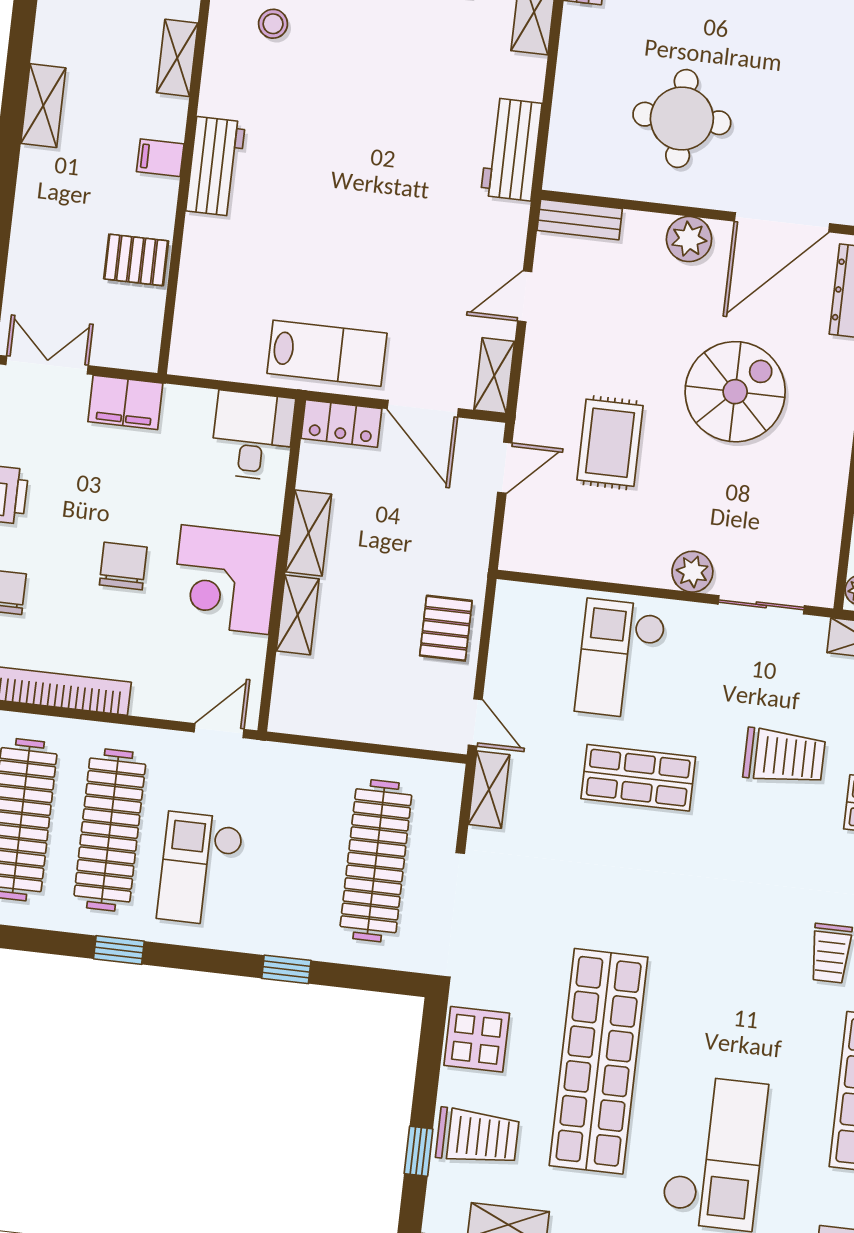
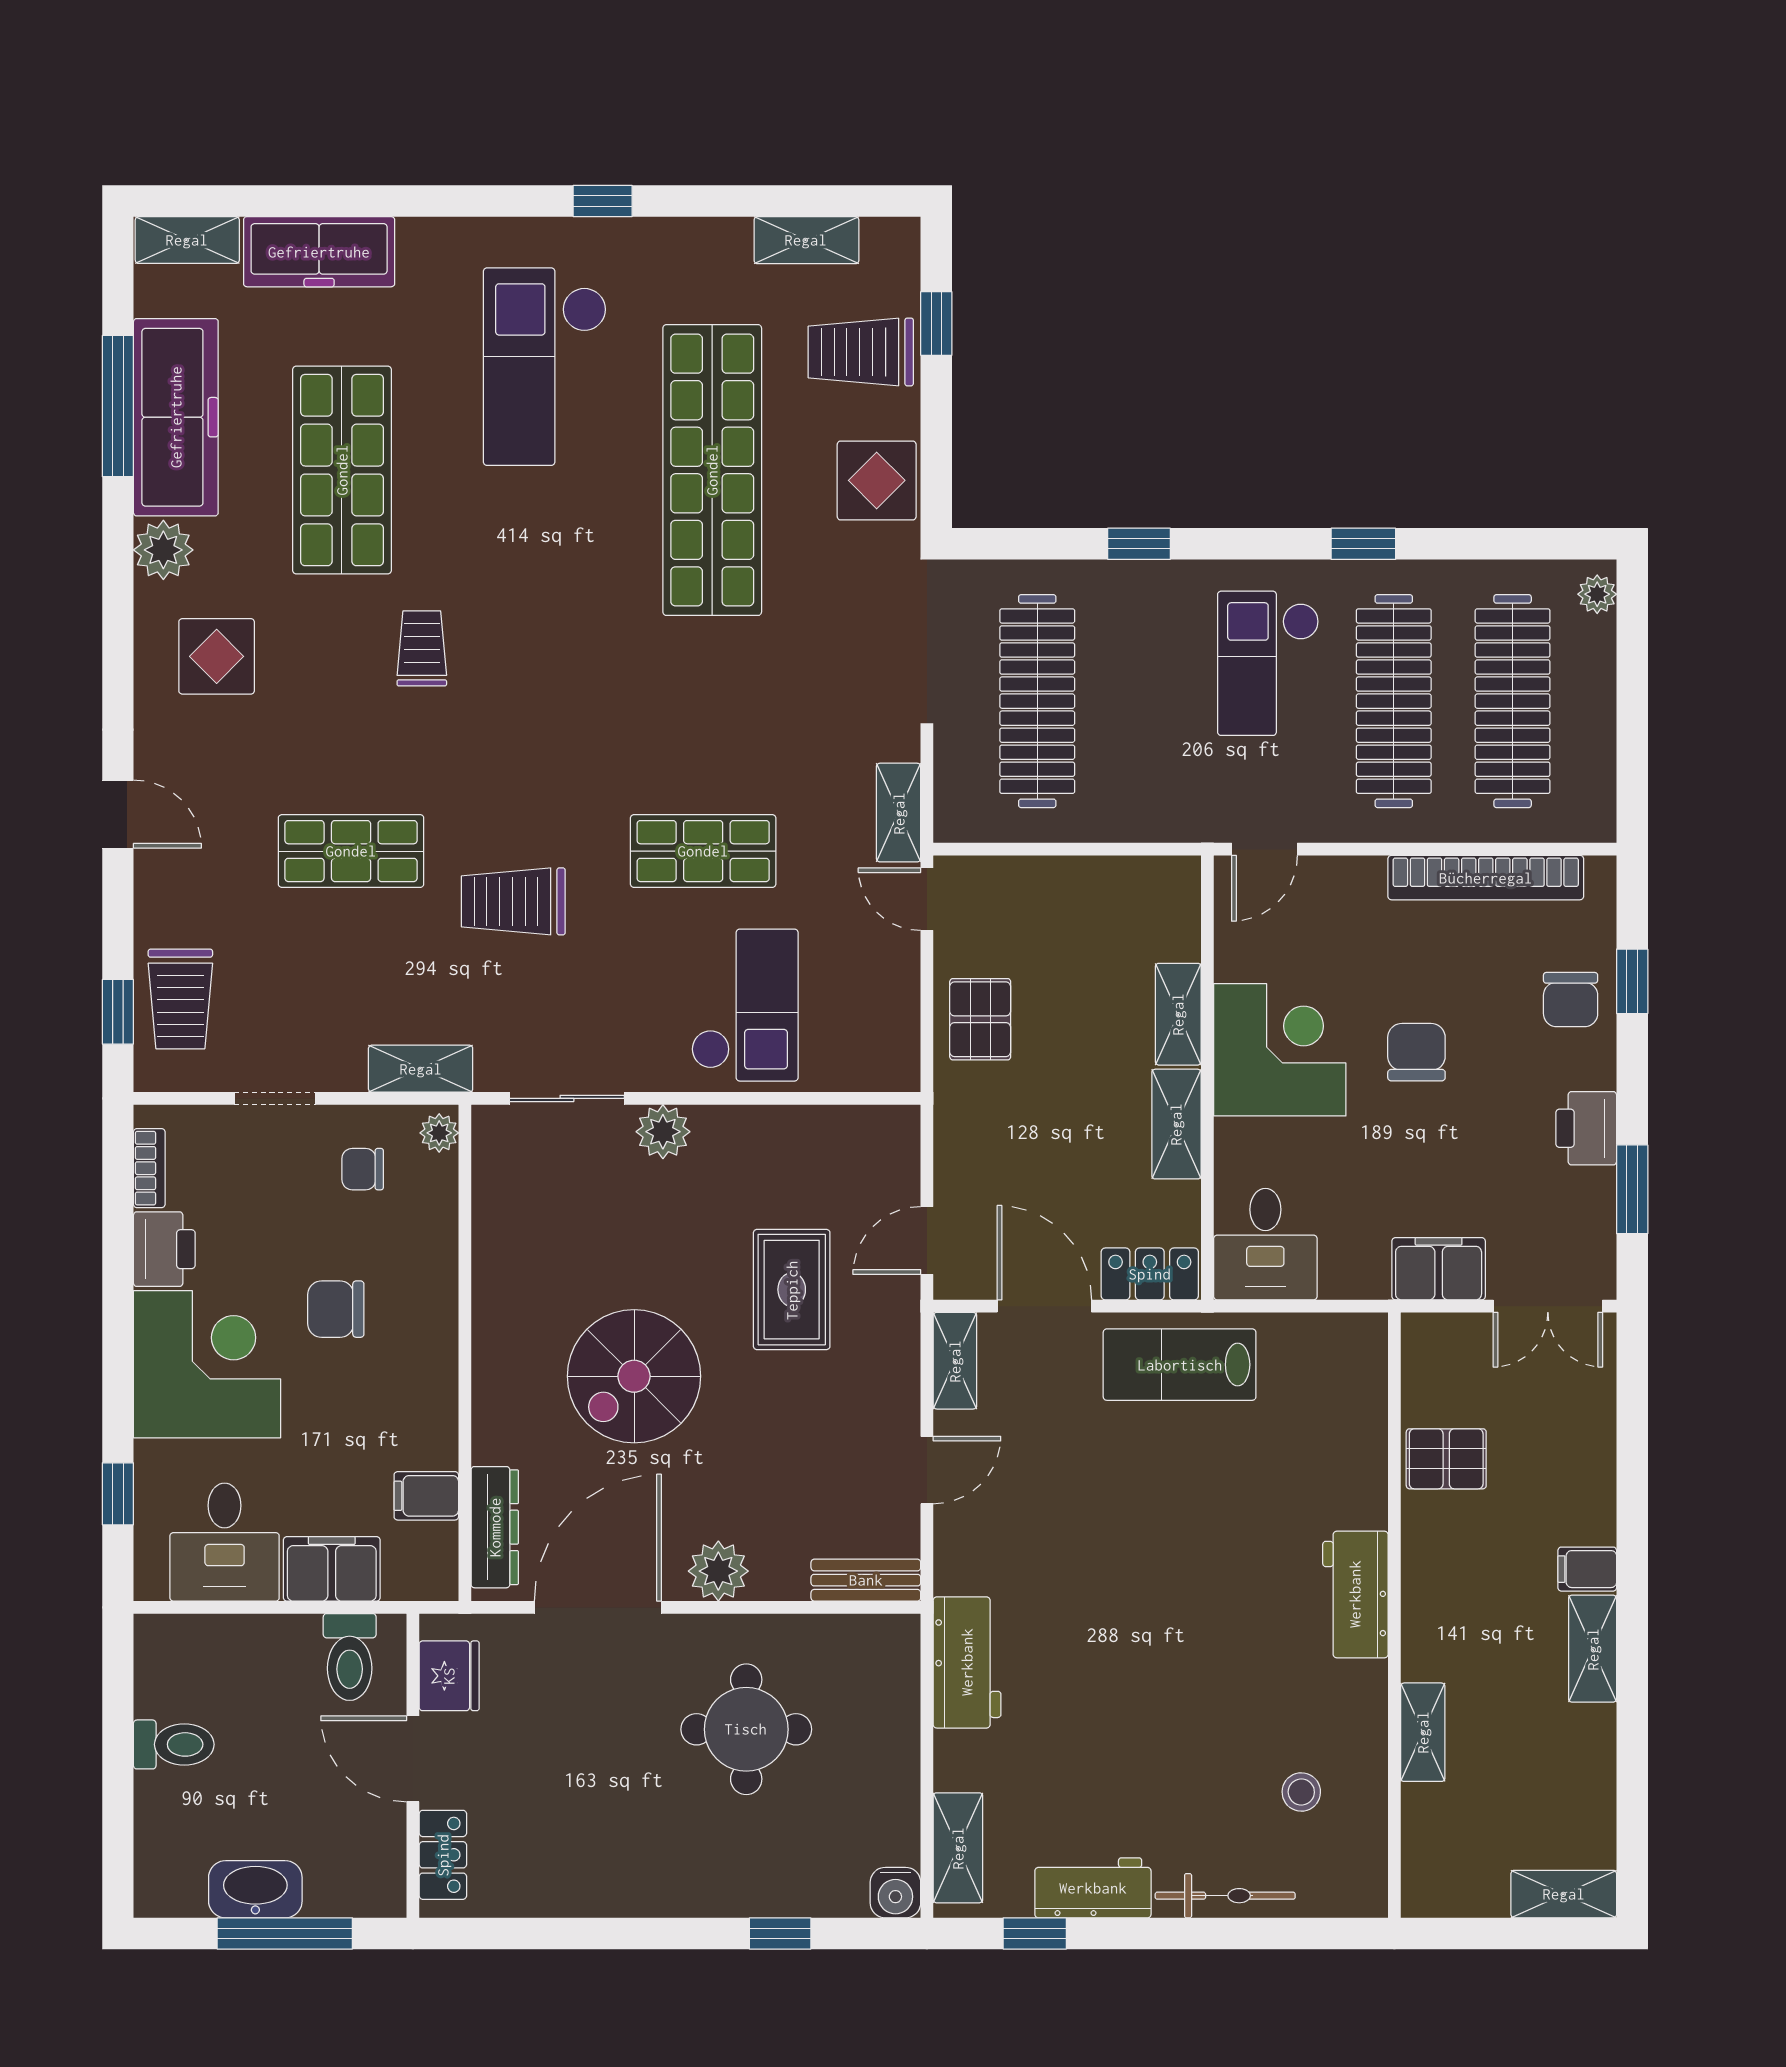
filing cabinet: (160, 158) -> (1587, 1569), moved, turned 180
chair: (123, 566) -> (1416, 1052), turned 180
checkout: (200, 869) -> (1268, 663), turned 180

